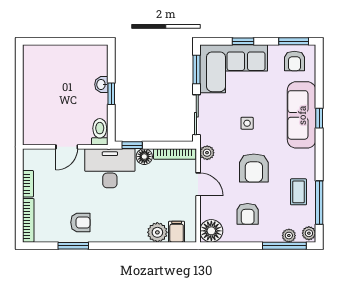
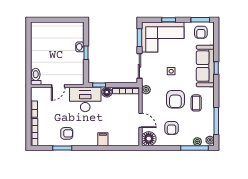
toilet: (100, 132) -> (36, 77), moved
door: (198, 184) -> (141, 120), moved
coffee table: (299, 192) -> (196, 103), moved
plant: (157, 232) -> (115, 140), removed
filing cabinet: (177, 232) -> (103, 139), moved

